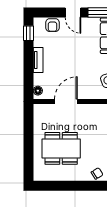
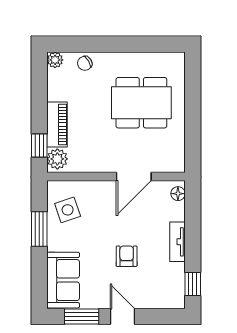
armchair: (52, 25) -> (127, 256), moved

